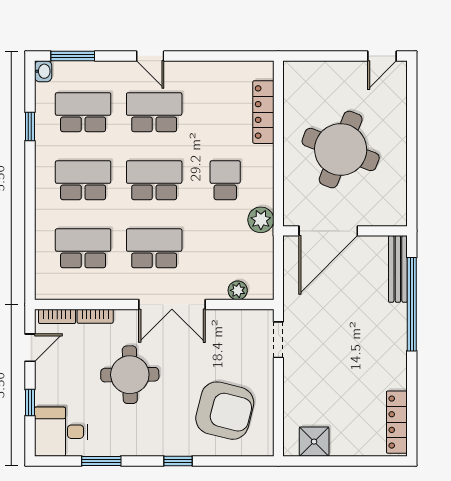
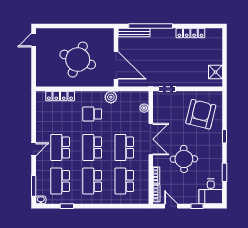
door: (382, 56) -> (34, 40), swing flipped
locker: (397, 422) -> (190, 33), moved

